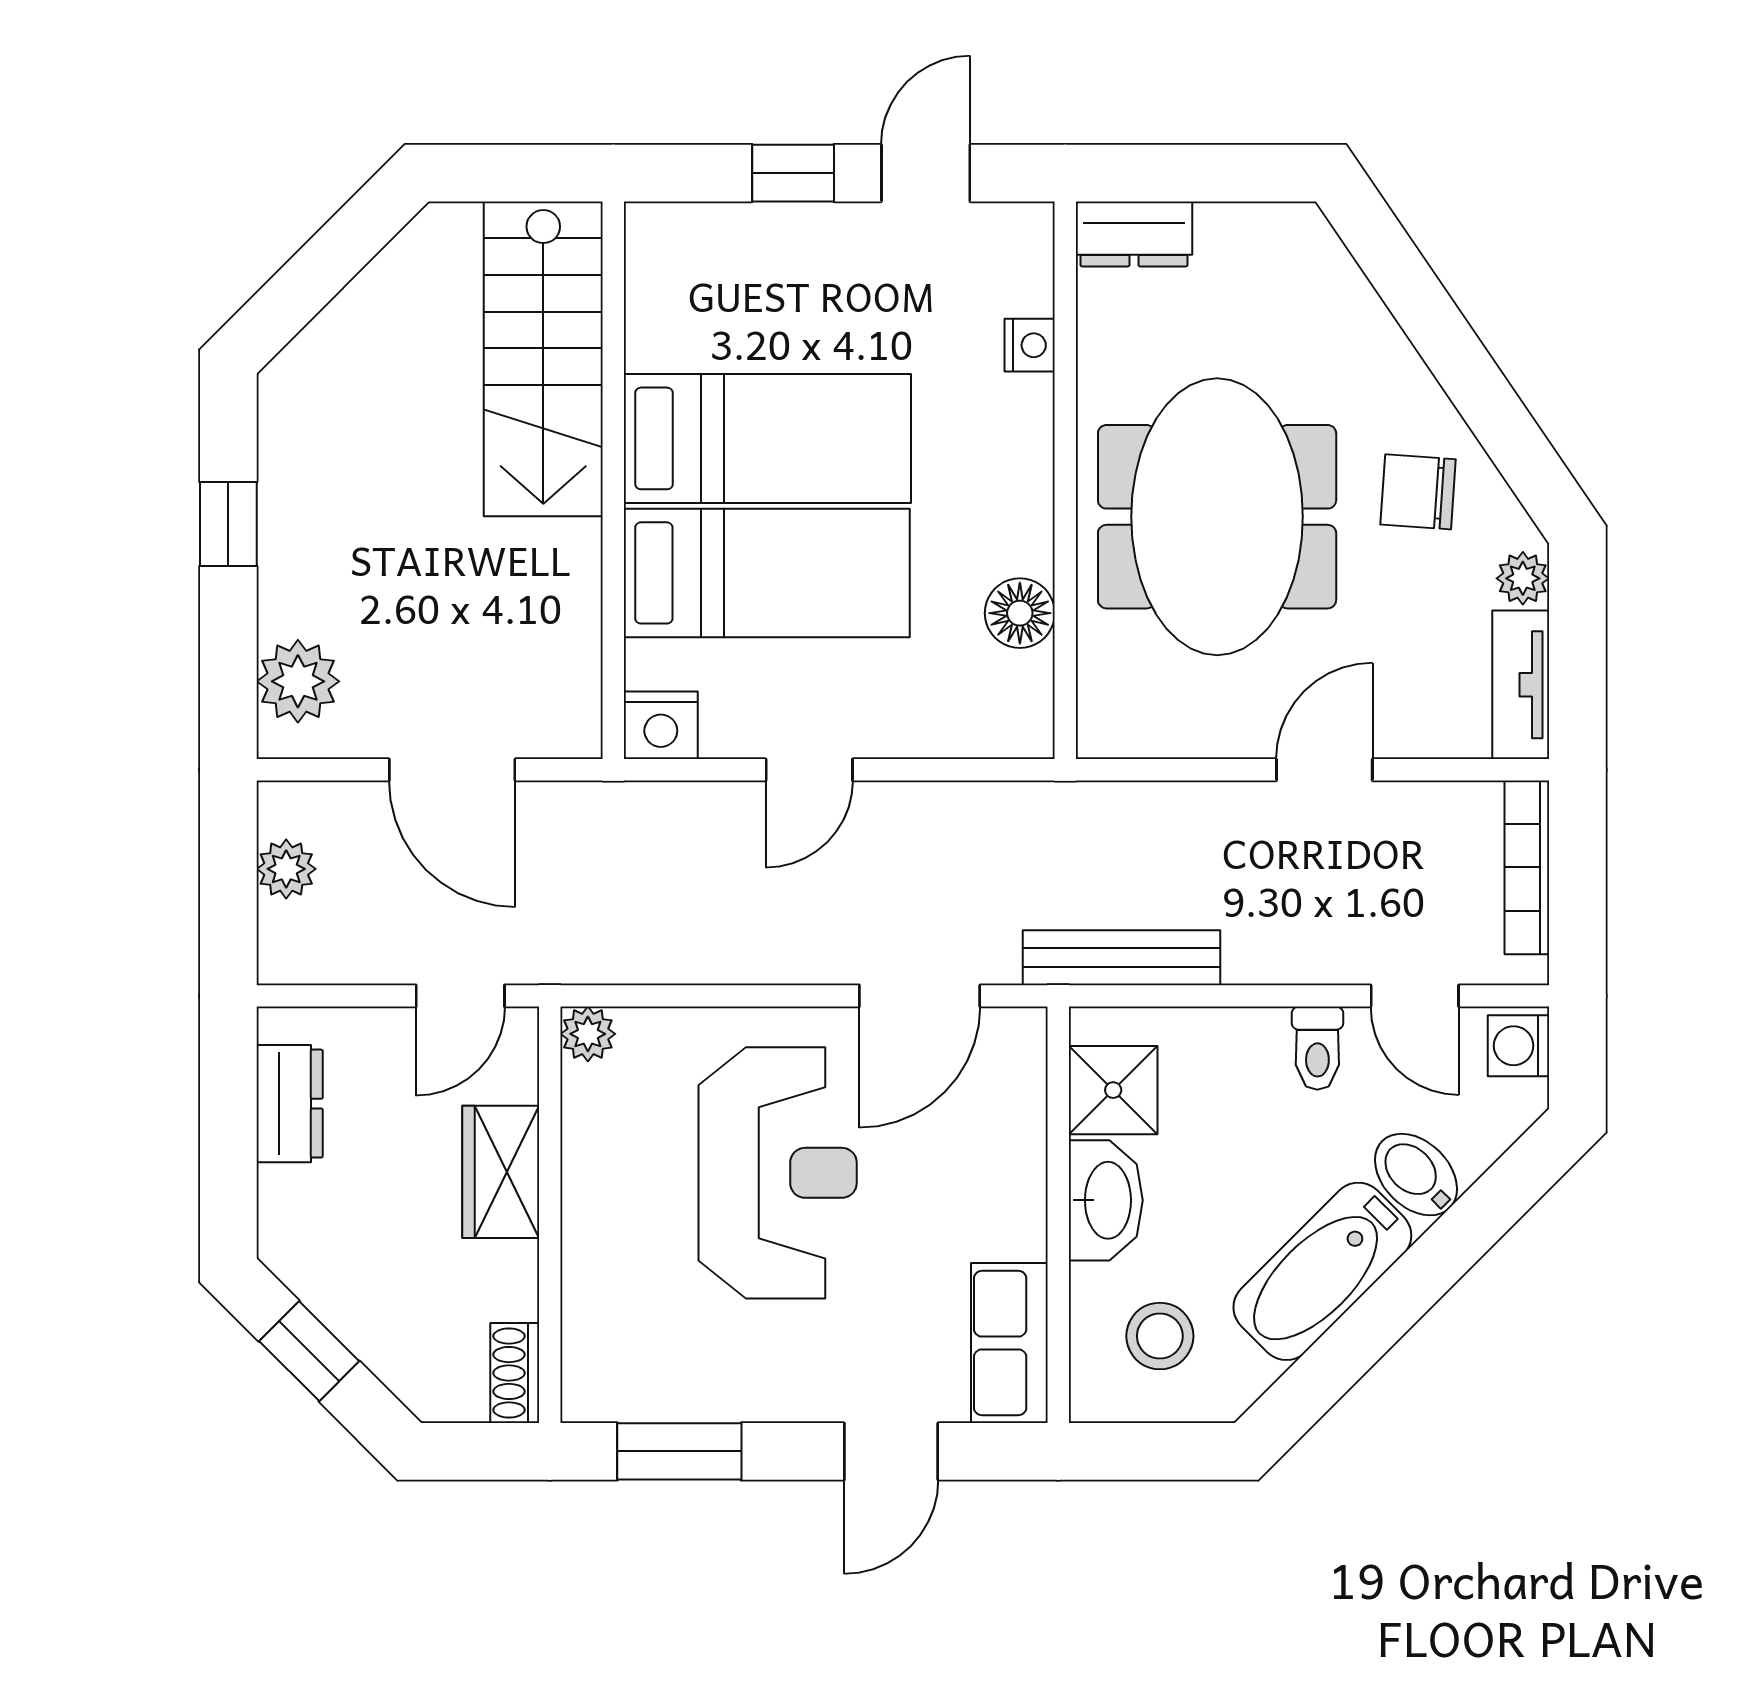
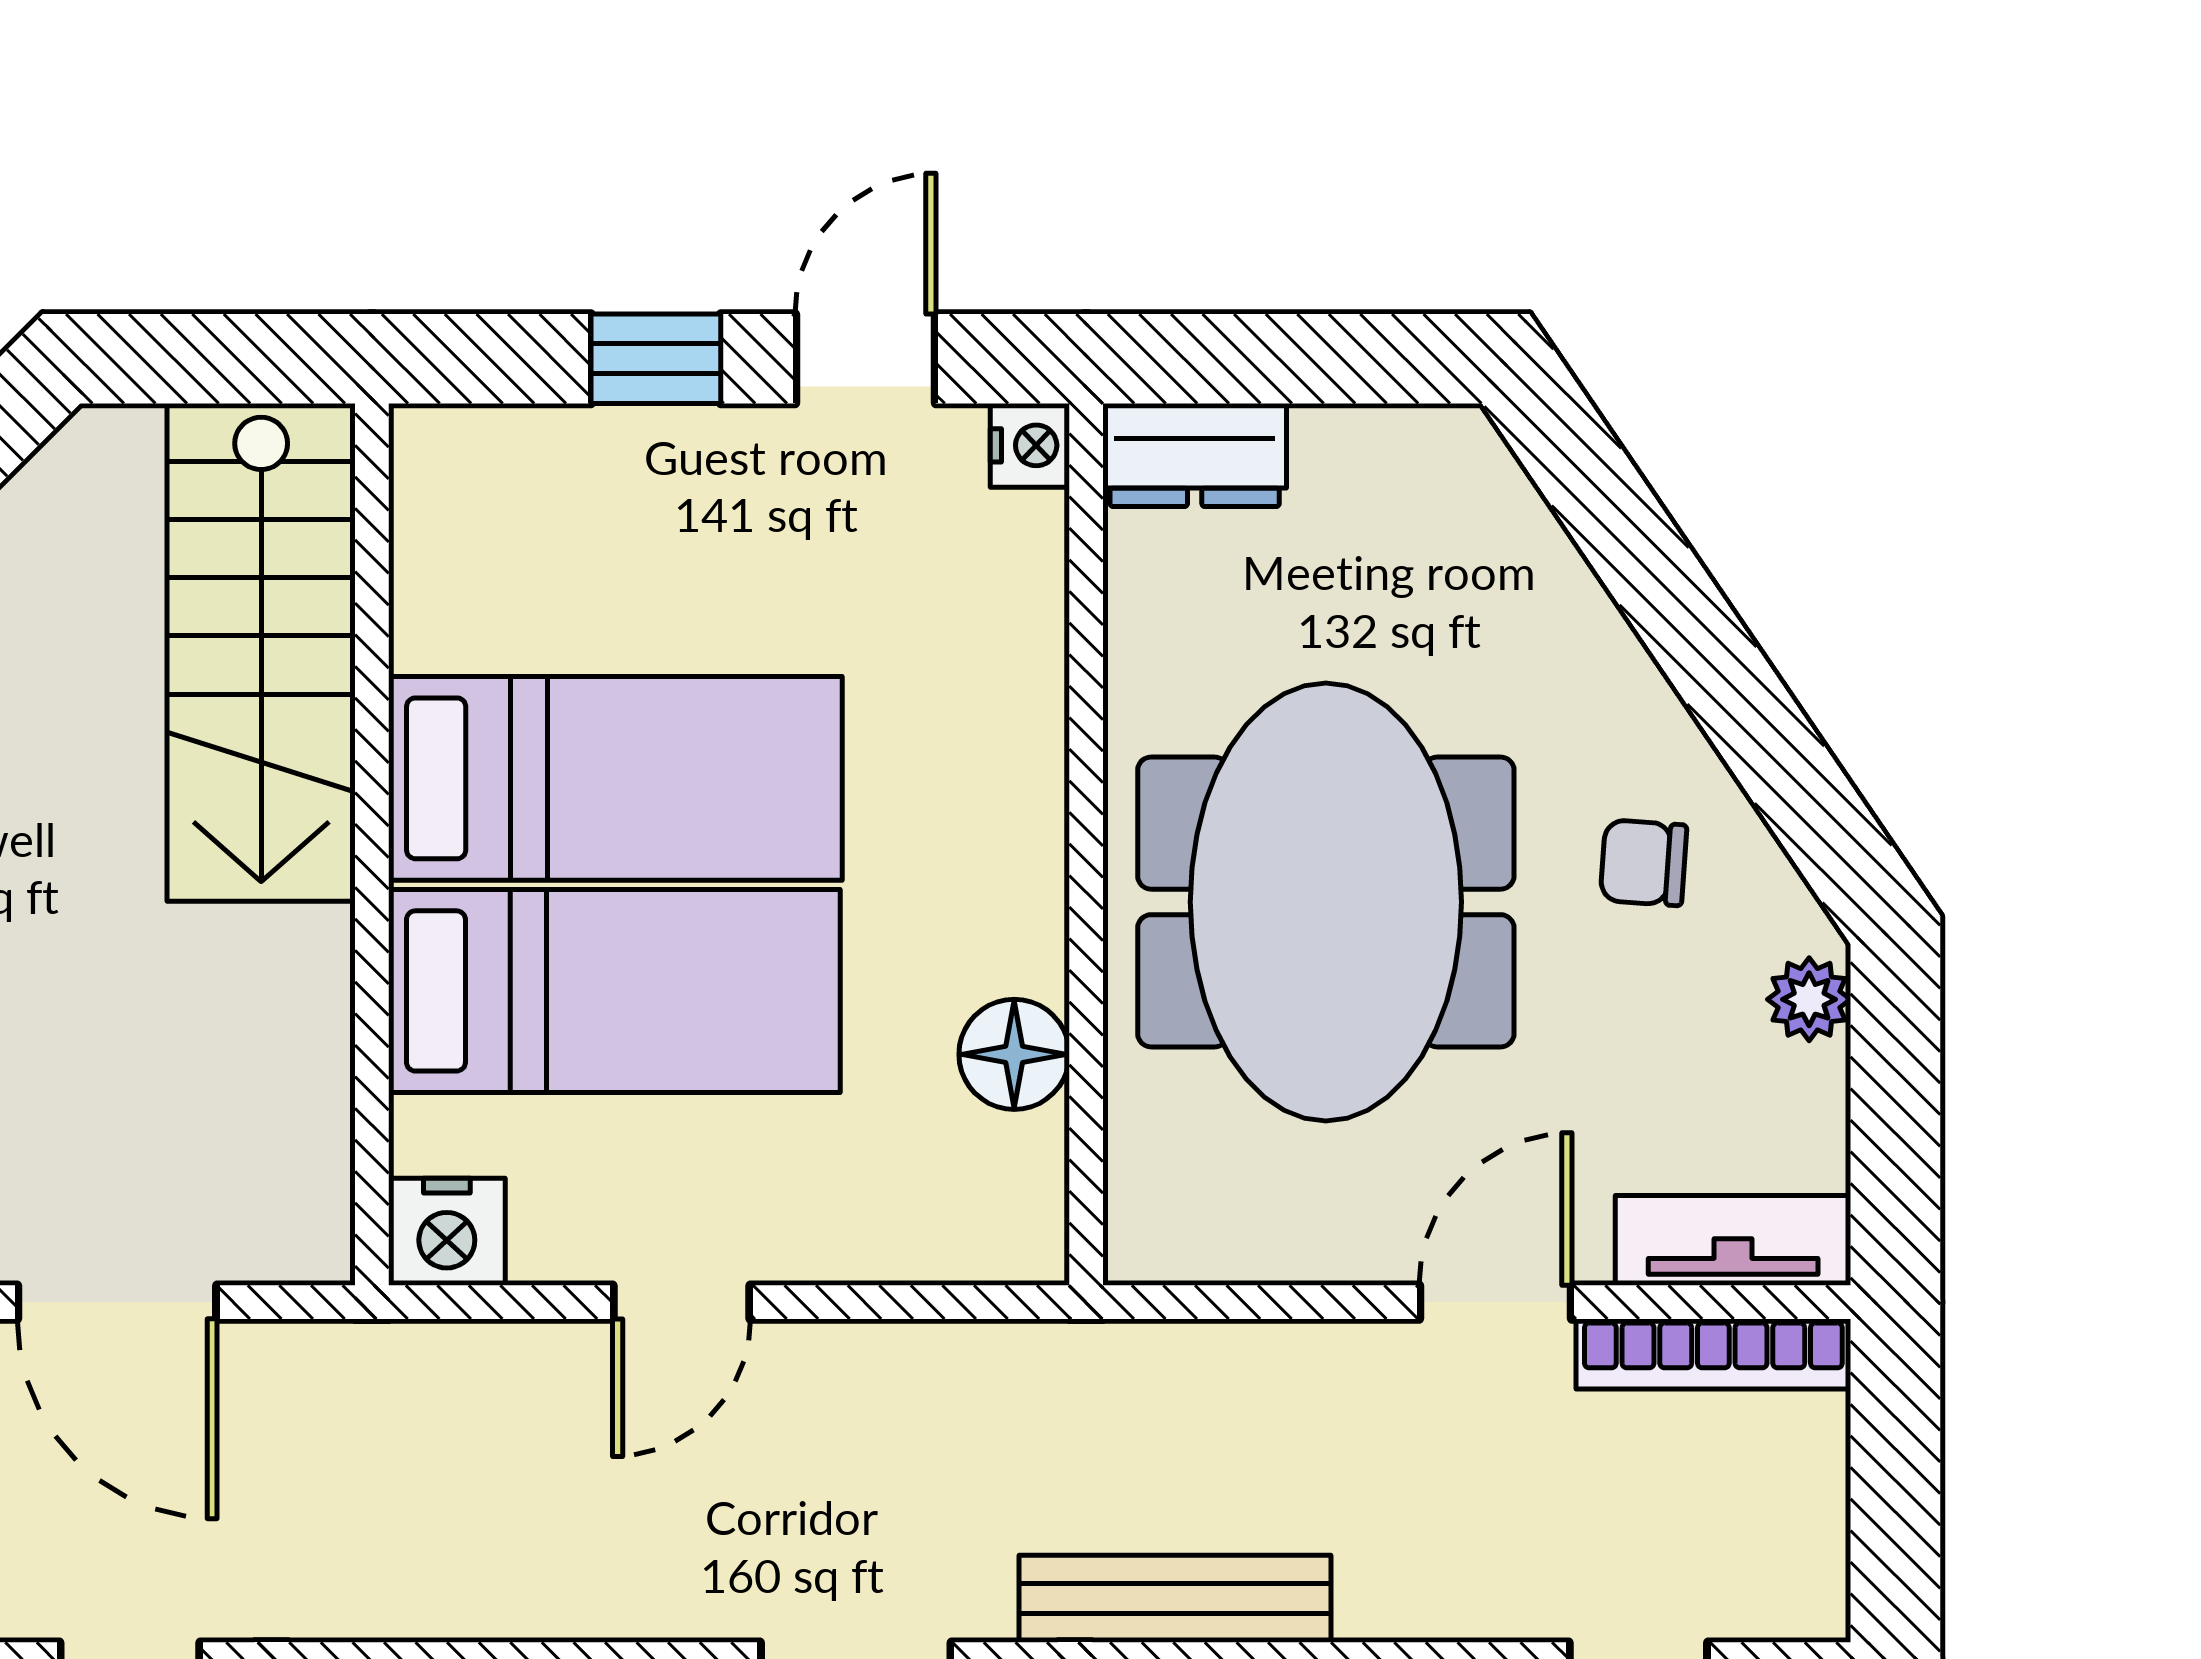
nightstand: (1030, 345) -> (1030, 445), moved
chair: (1418, 492) -> (1644, 863), width x0.73, depth x0.73
tv unit: (1521, 685) -> (1733, 1240), moved, turned 90
bookcase: (1527, 867) -> (1713, 1354), moved, turned -90

